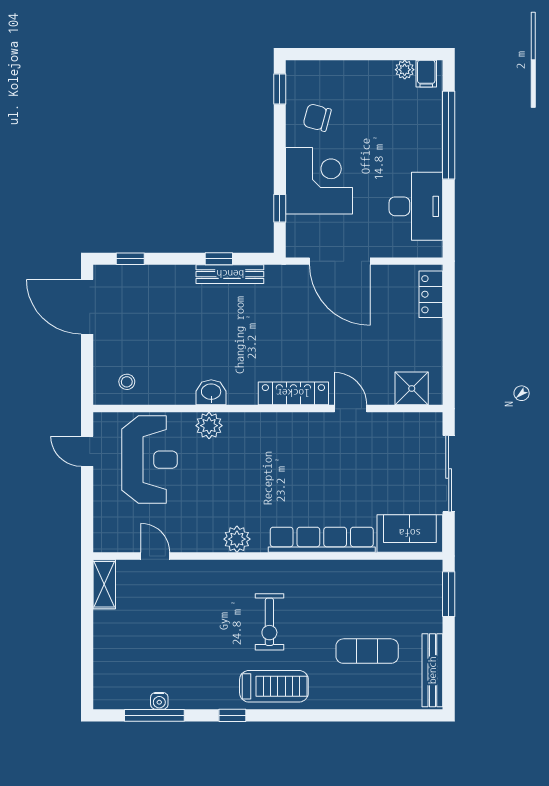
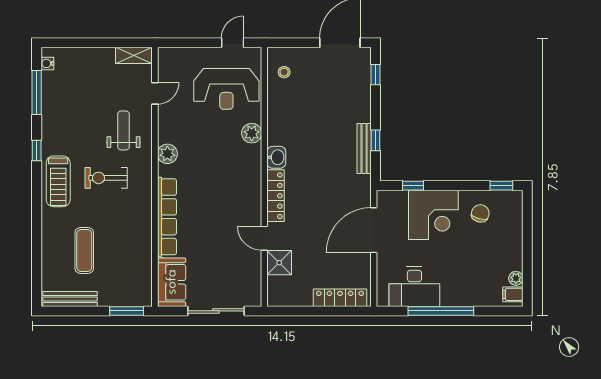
window: (449, 135) -> (441, 311), moved
locker: (431, 294) -> (340, 298), width x1.53
shower: (412, 388) -> (279, 263), moved
washbasin: (211, 392) -> (276, 157), moved
door: (351, 409) -> (264, 238), swing flipped
weight bench: (205, 598) -> (124, 130), added
water cooler: (159, 701) -> (47, 63), moved

